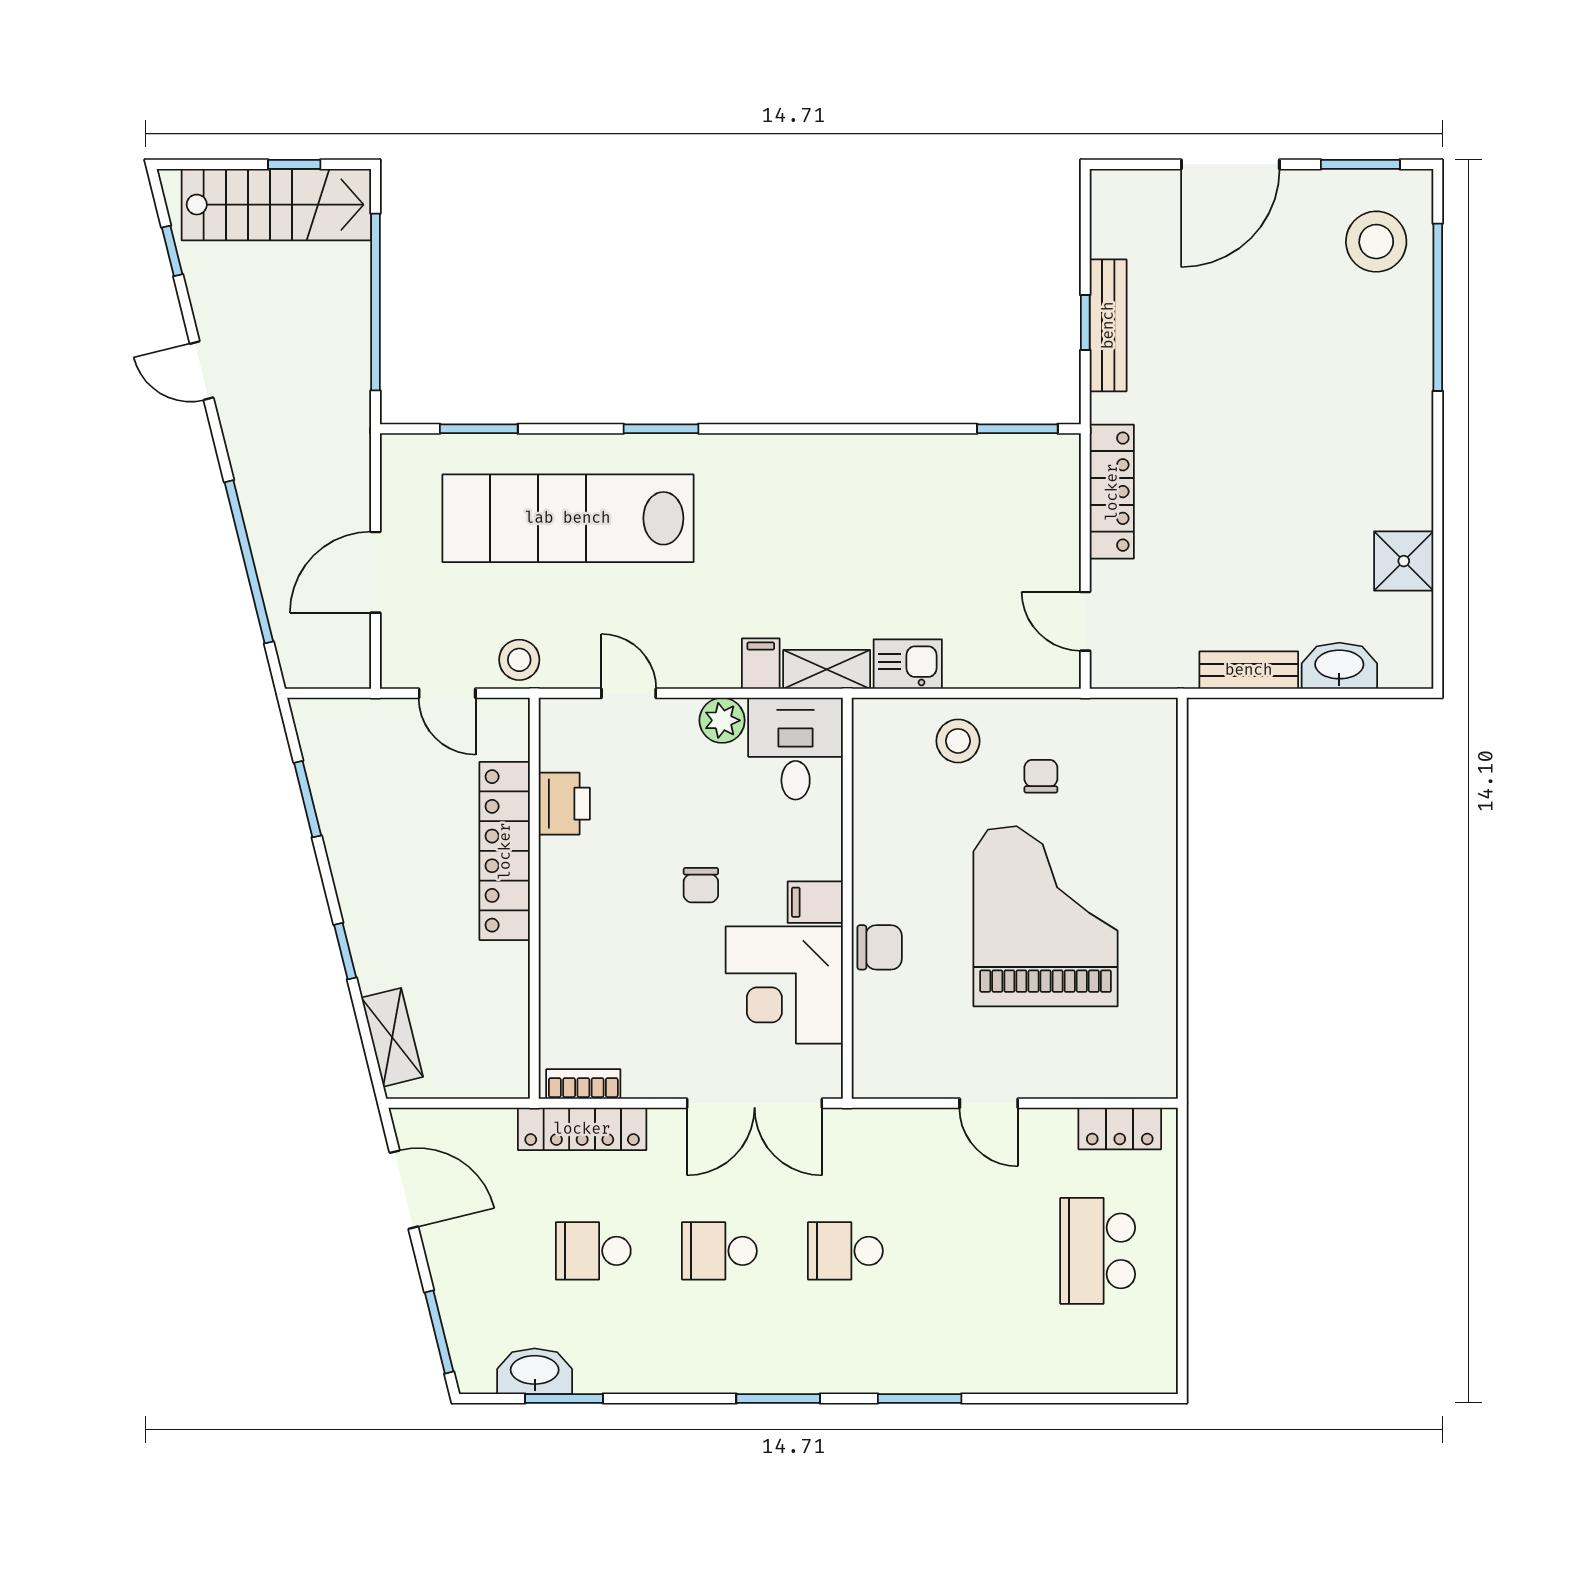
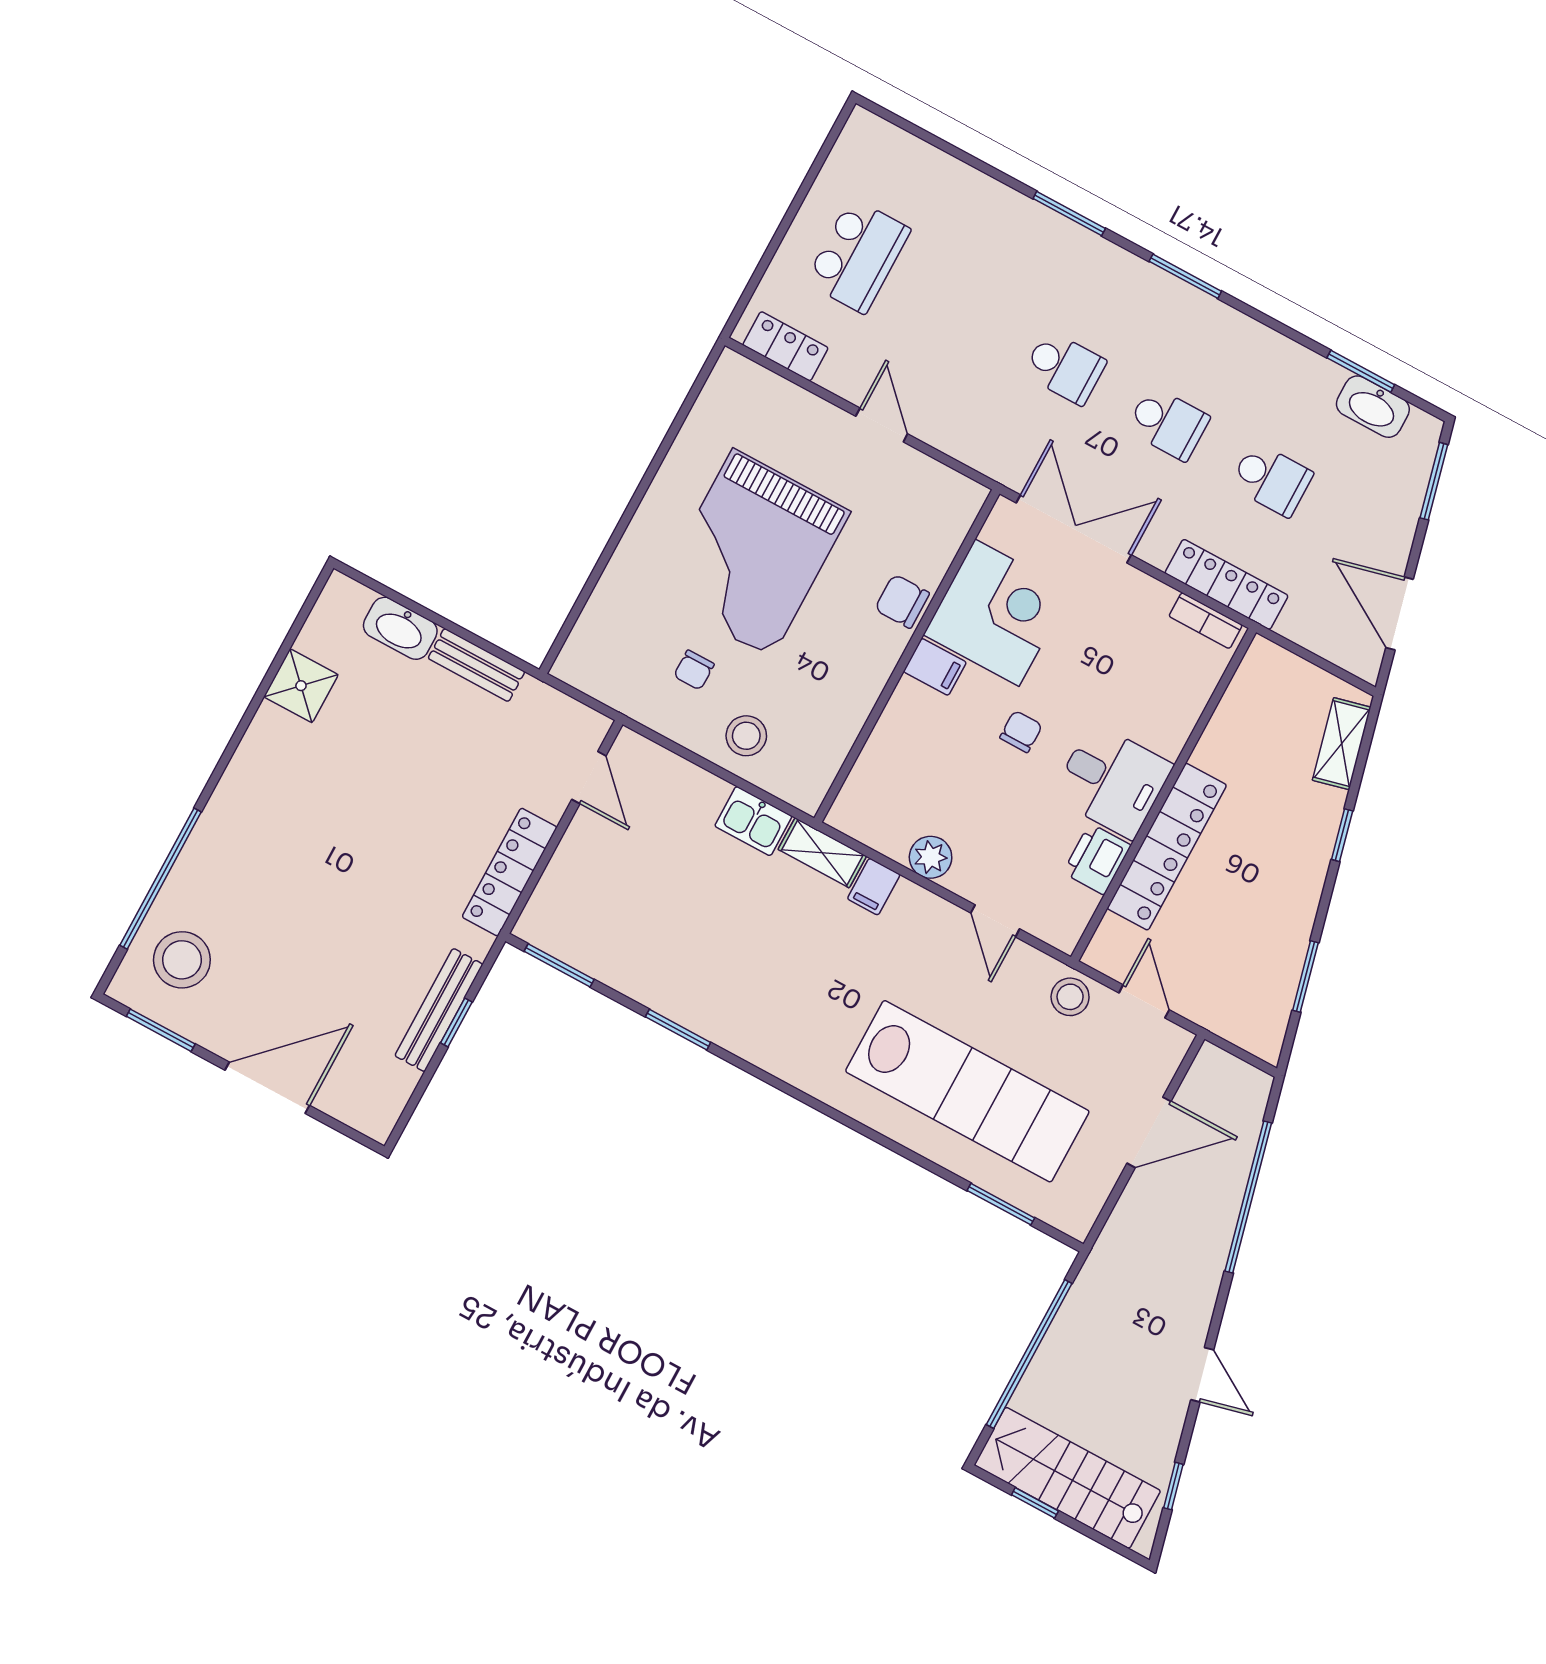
window: (661, 429) -> (678, 1030), moved
desk: (796, 749) -> (1112, 781), moved, turned -90

